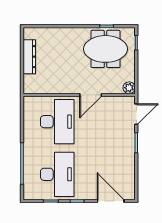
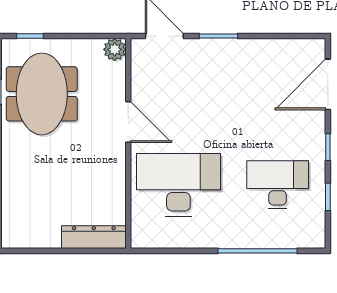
dresser: (29, 57) -> (94, 237), moved
desk: (57, 174) -> (278, 185), width x0.73, depth x0.77

